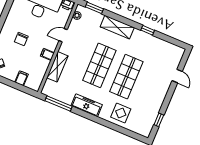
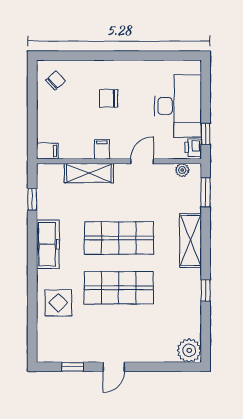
door: (63, 35) -> (142, 161), hinge flipped
plant: (176, 53) -> (189, 350), added
door: (177, 76) -> (114, 367), moved
filing cabinet: (22, 78) -> (47, 151), moved
window: (59, 104) -> (32, 199), width x0.46

